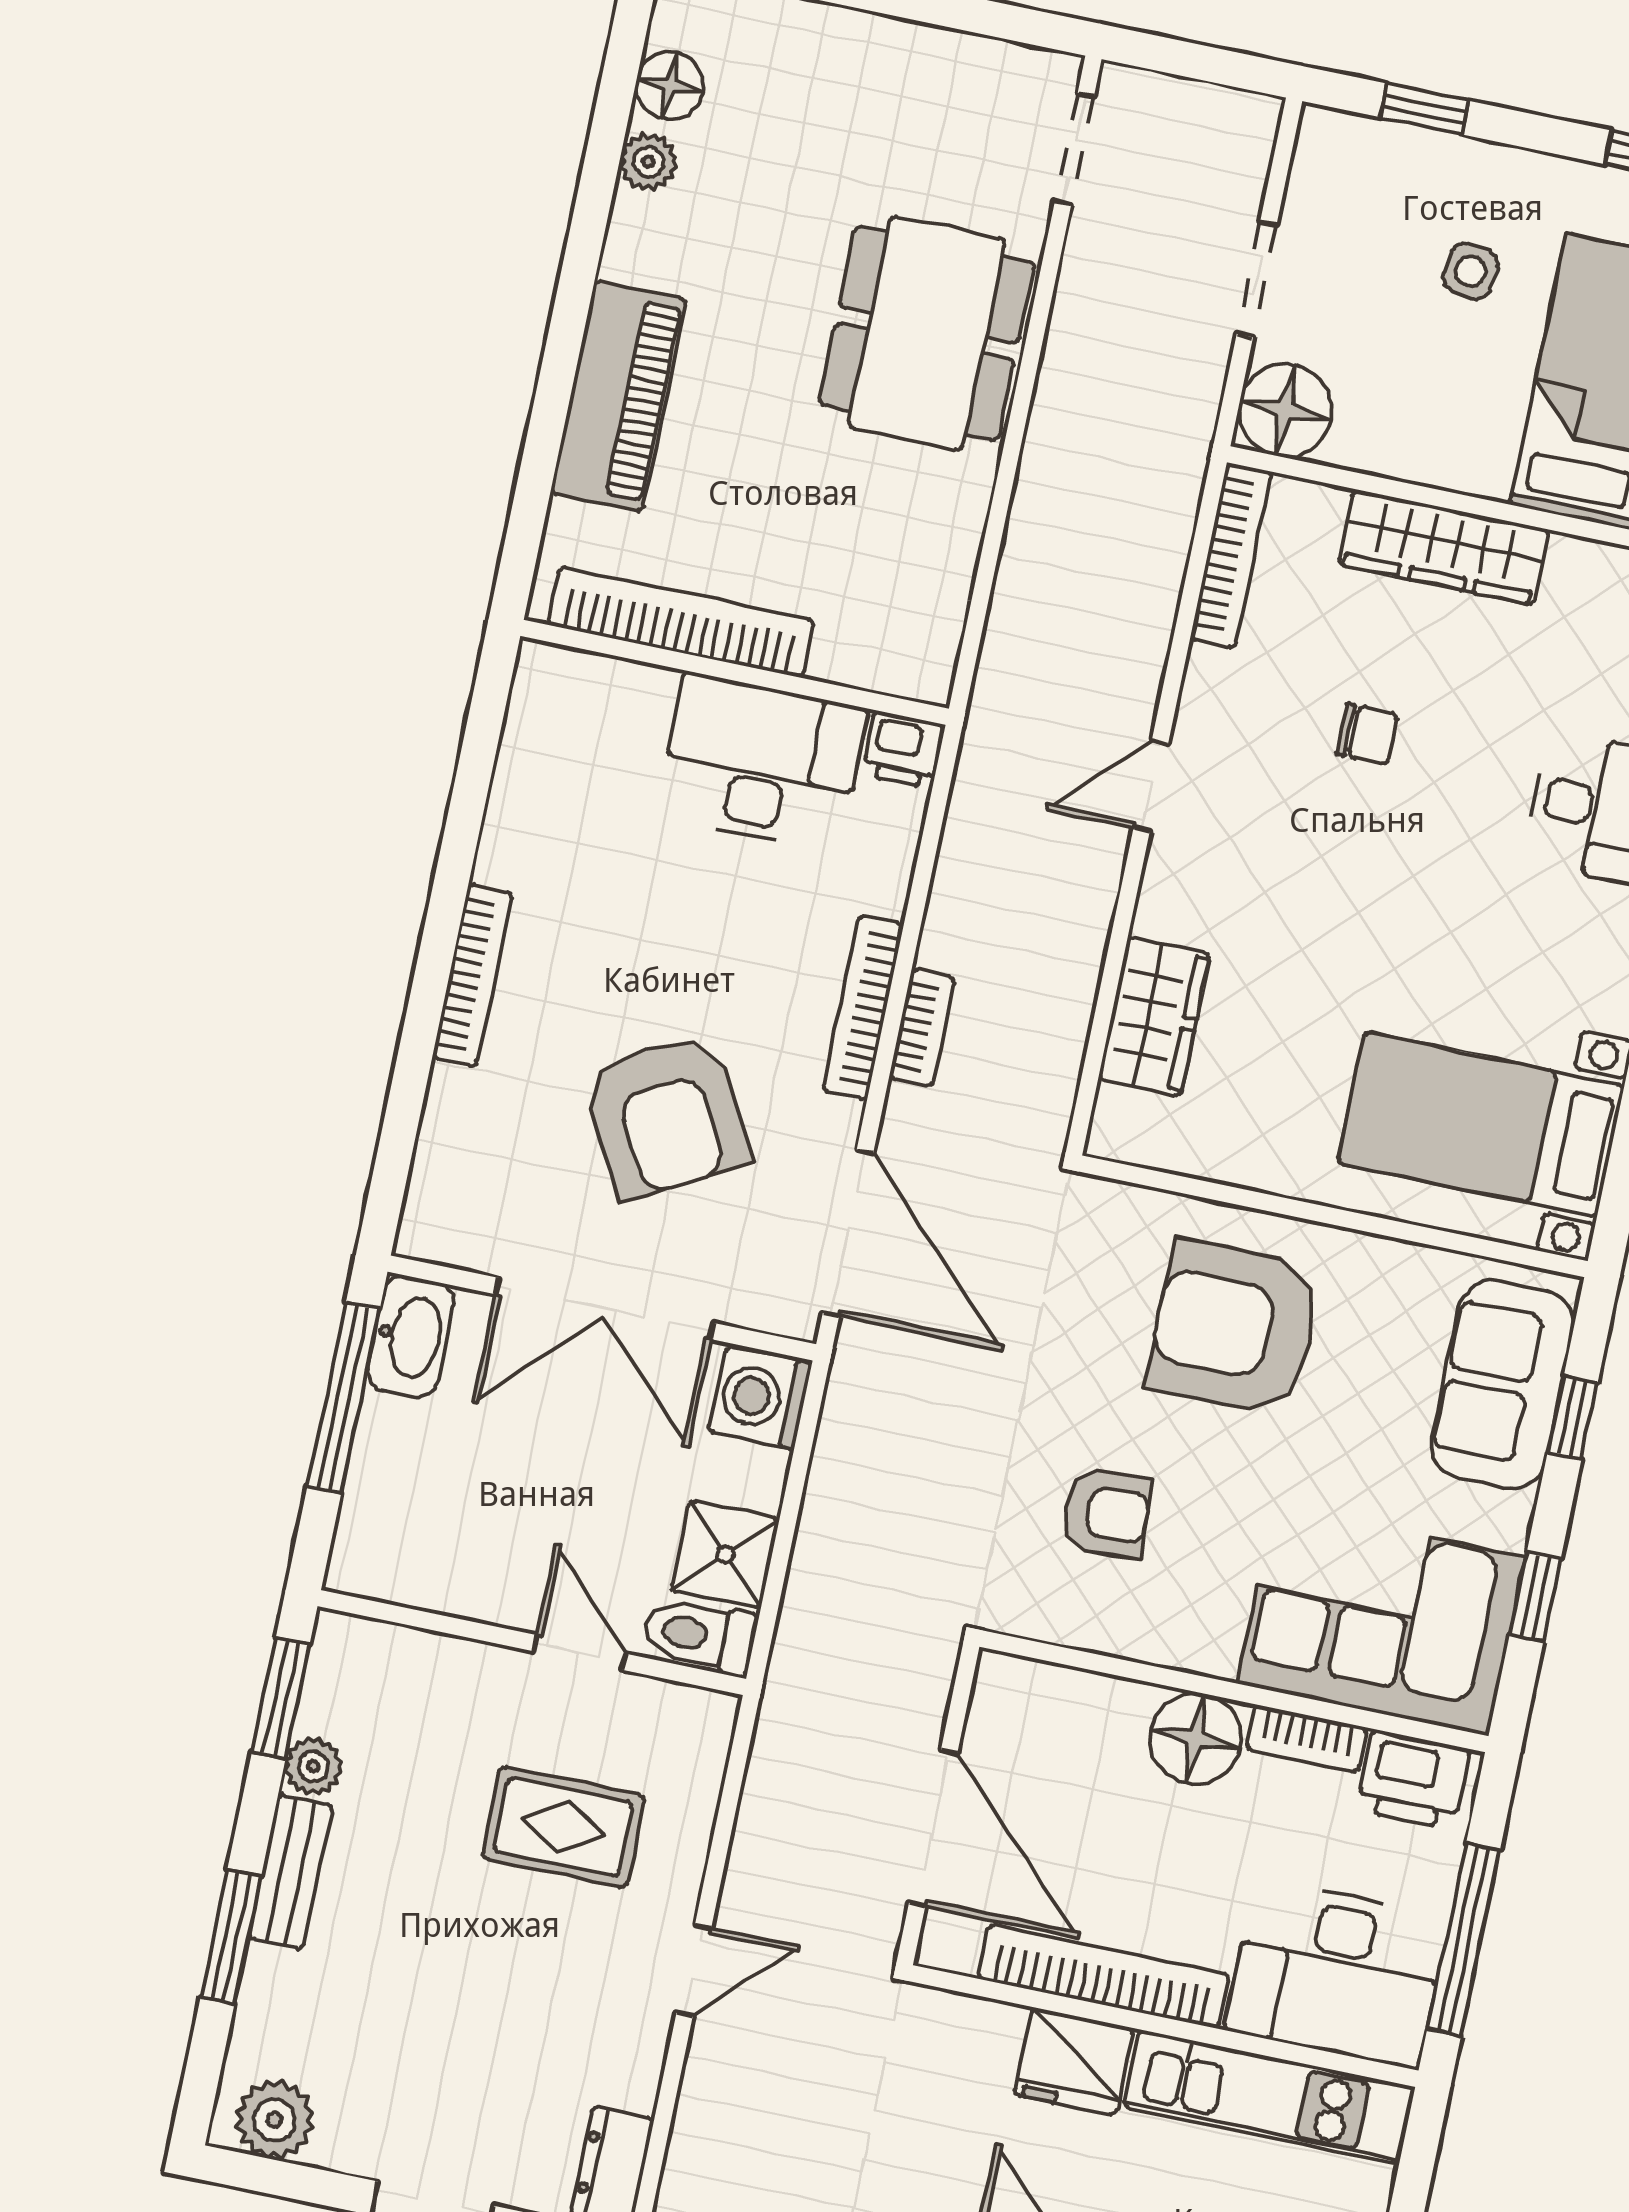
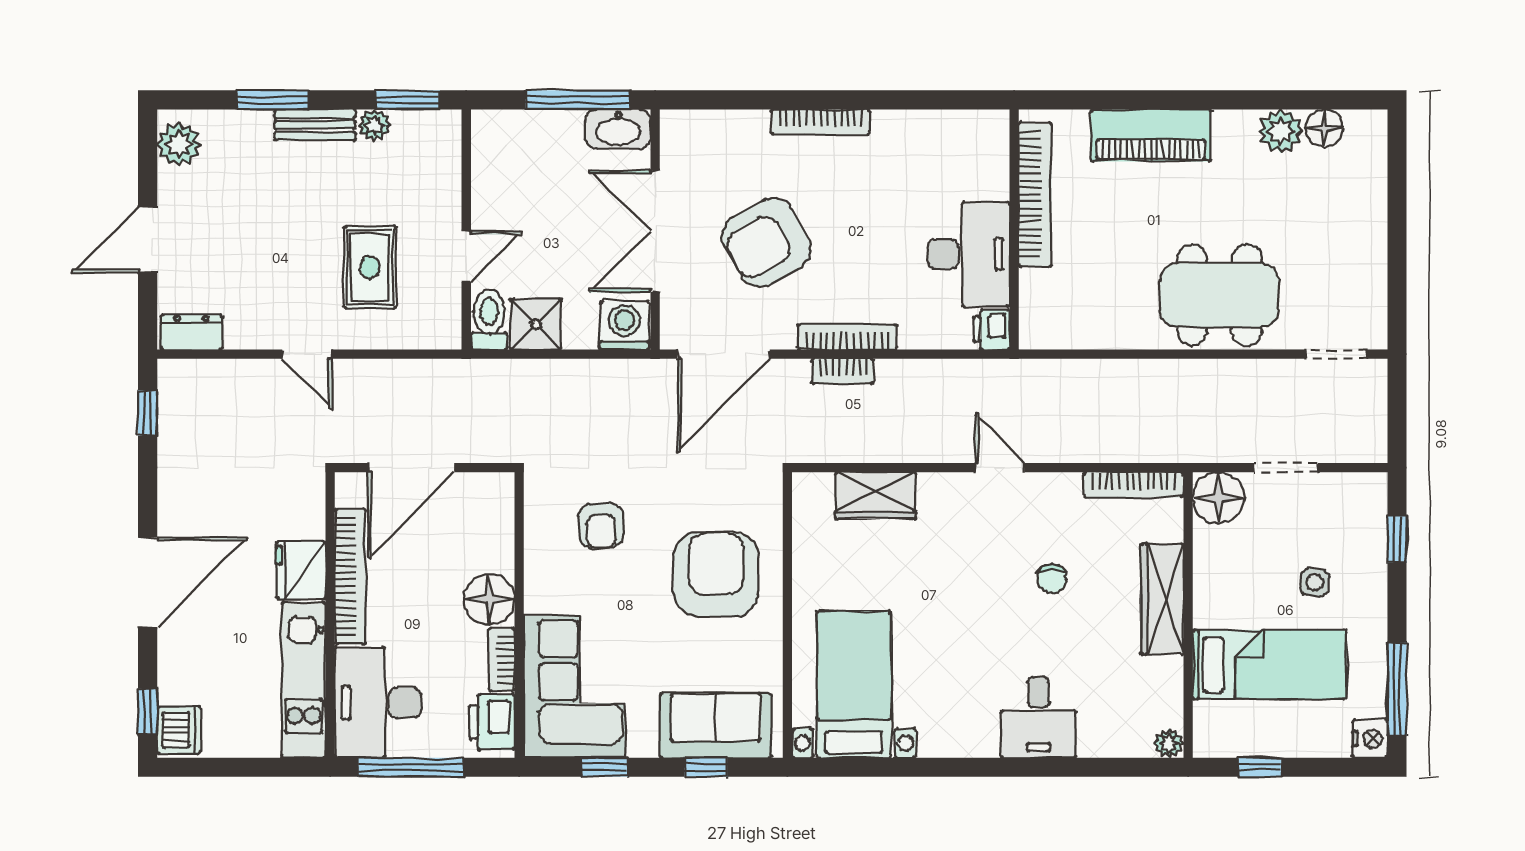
plant: (649, 162) -> (1281, 131), width x1.38, depth x1.38

